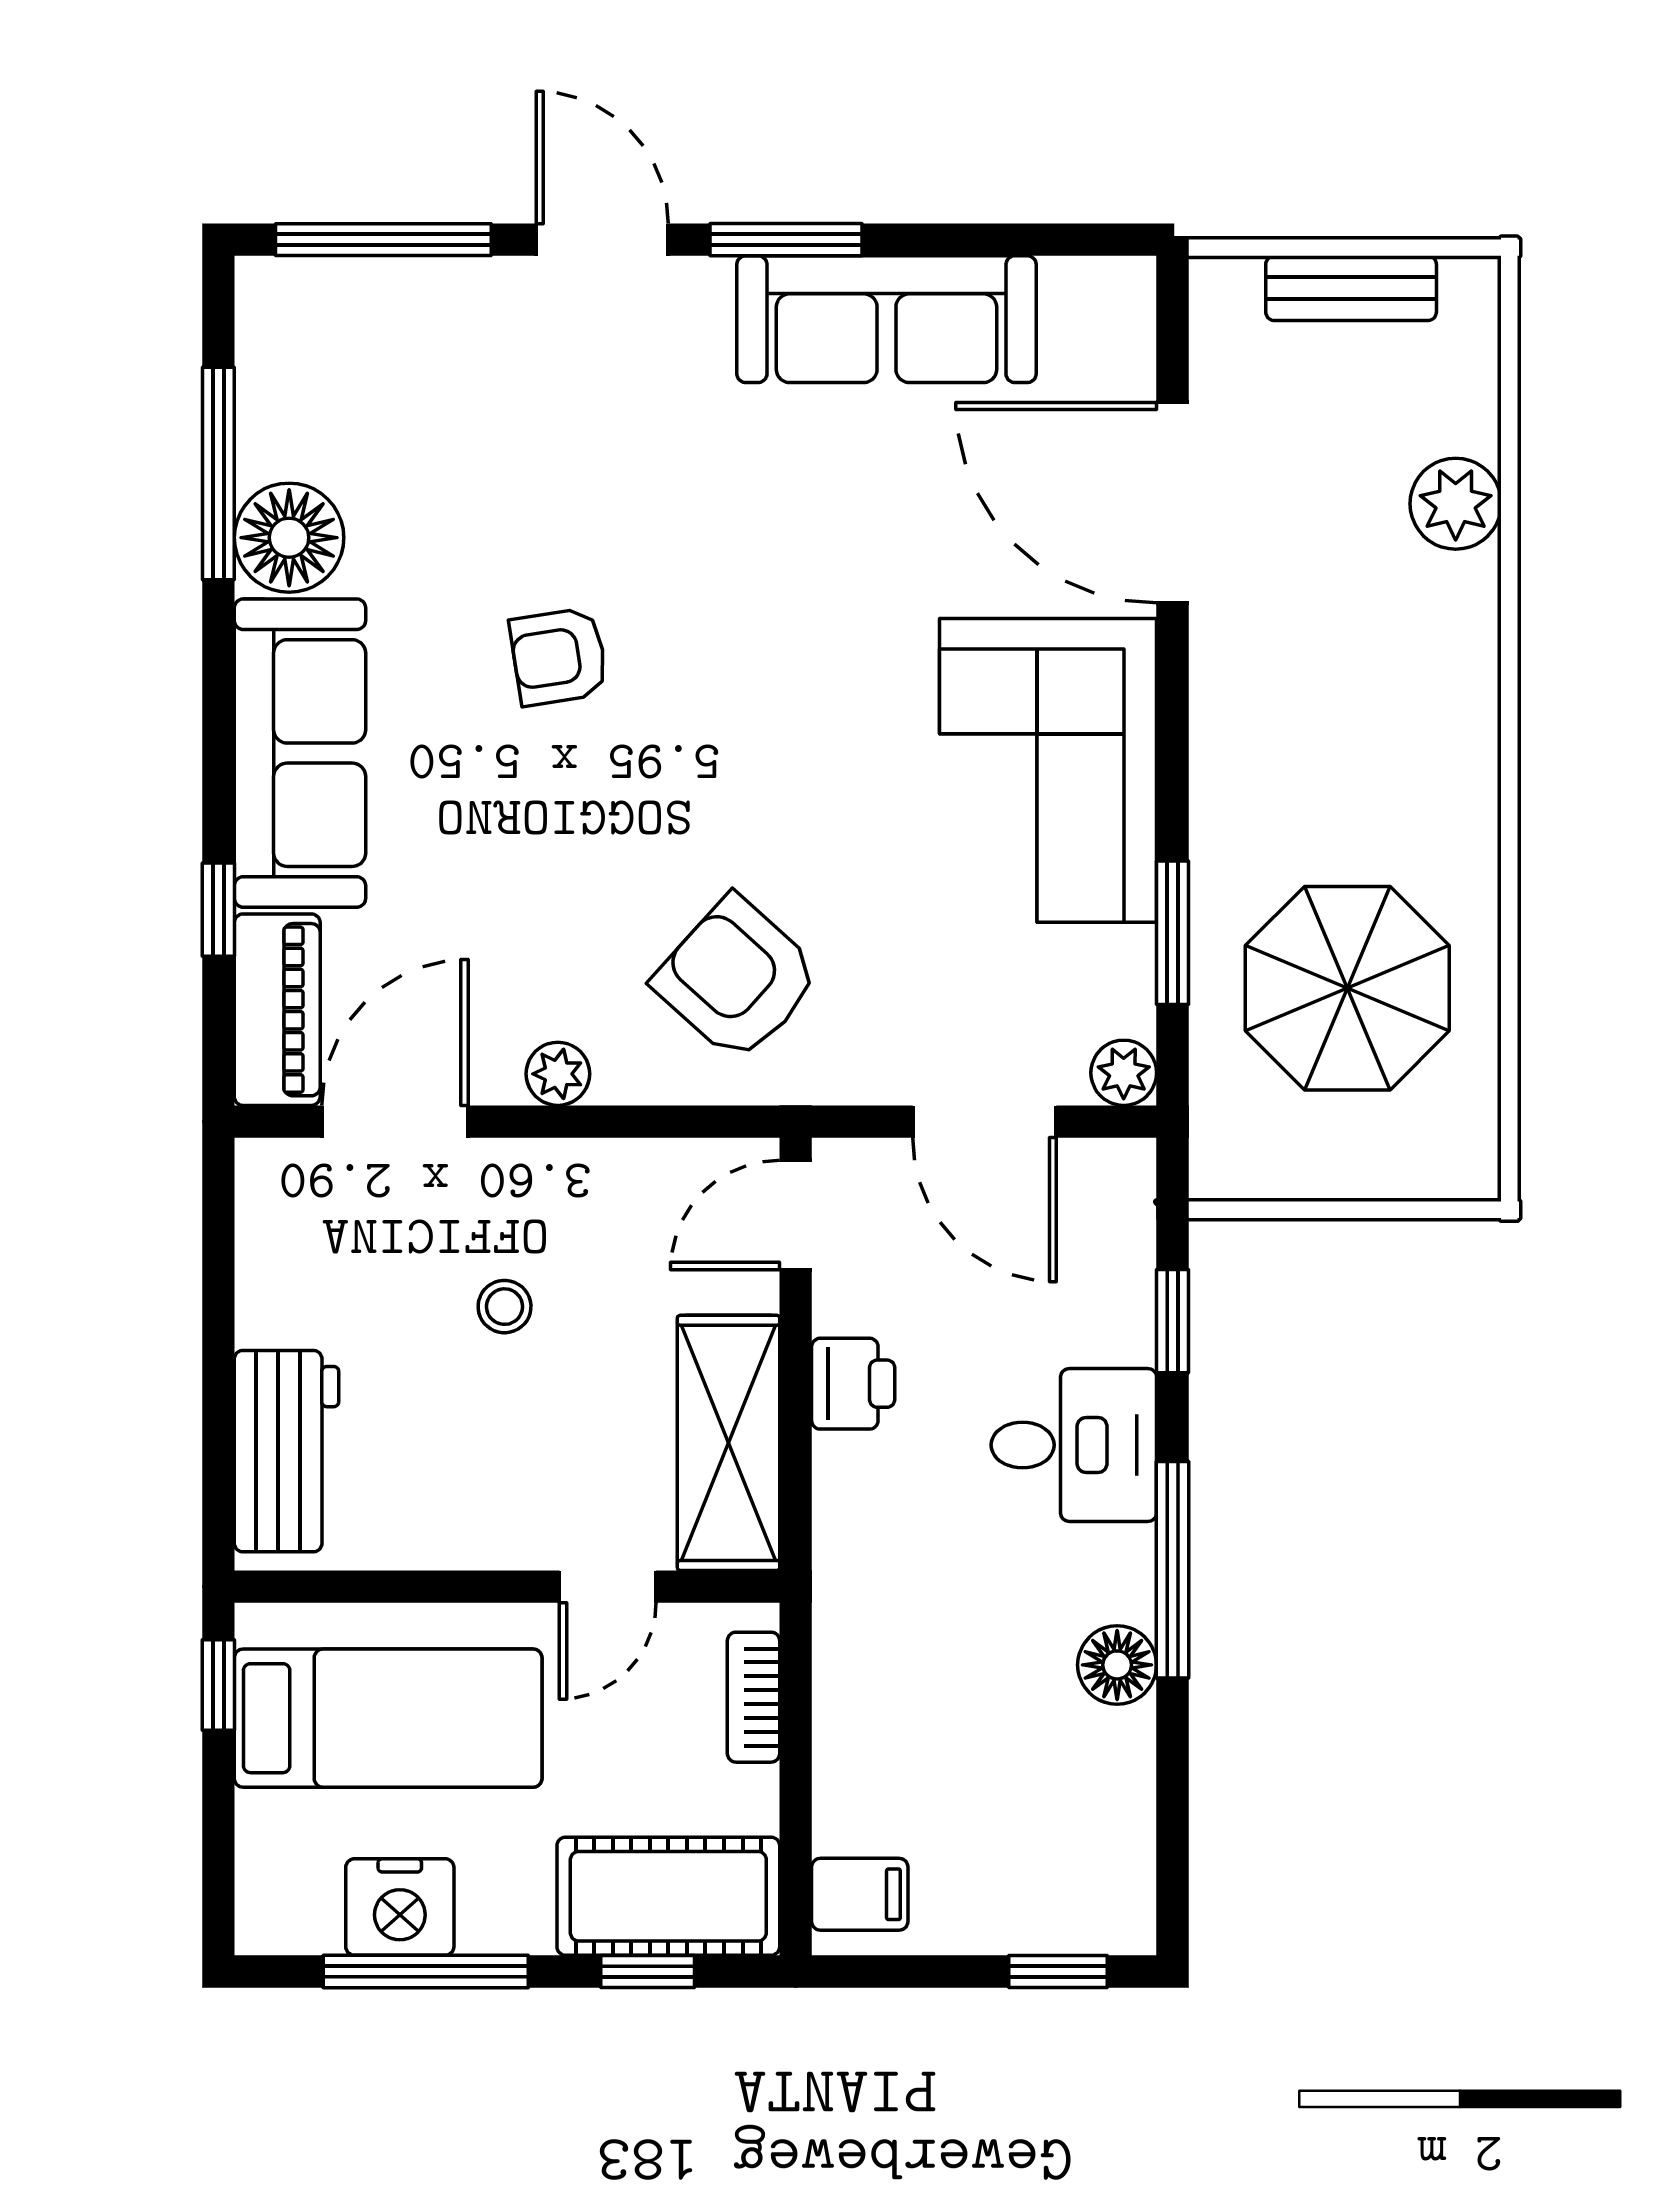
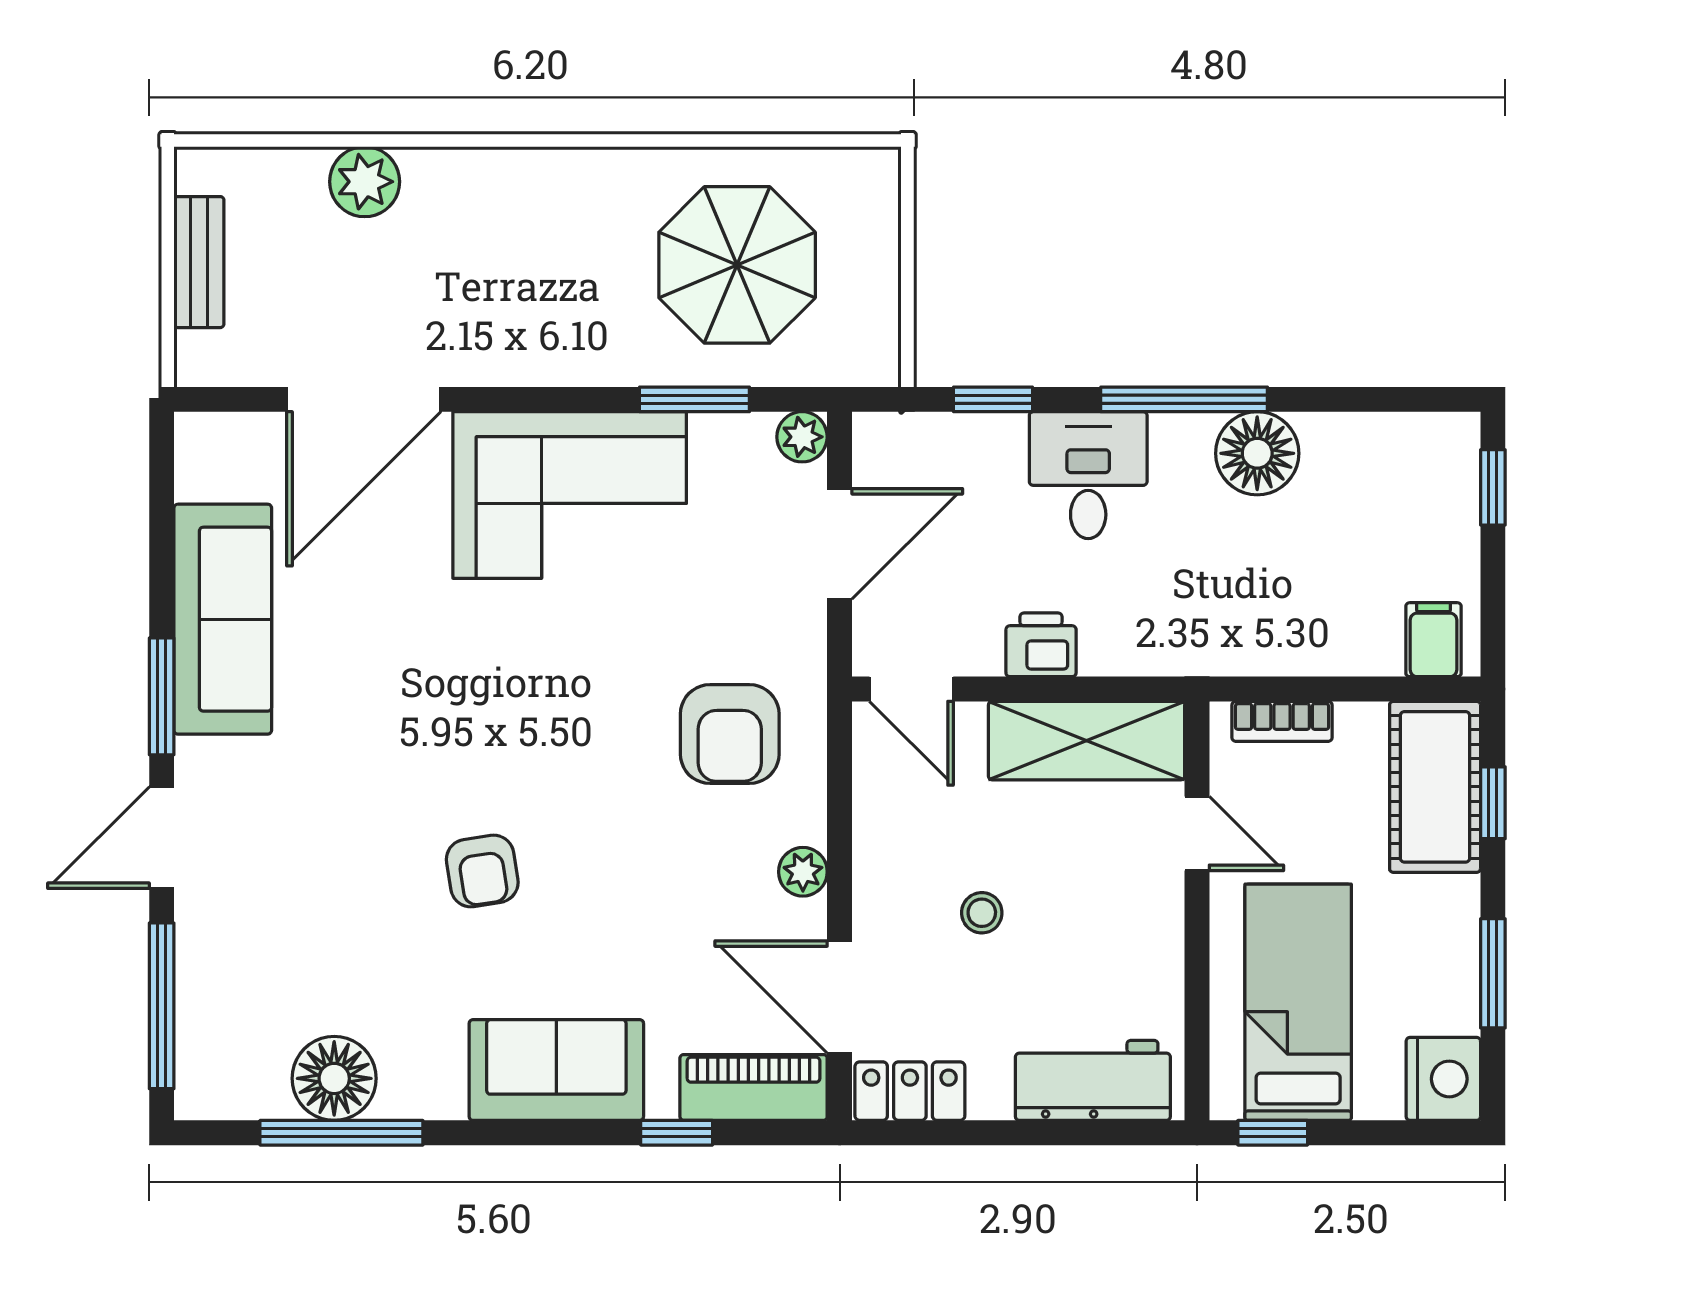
floor lamp: (289, 538) -> (334, 1078), moved
sofa: (300, 753) -> (556, 1070), width x0.73
armchair: (737, 979) -> (730, 734), turned -42
locker: (273, 1213) -> (910, 1091), added
floor lamp: (1117, 1665) -> (1257, 453), width x1.38, depth x1.38
nightstand: (400, 1907) -> (1443, 1079), moved
window: (426, 1971) -> (1493, 973), width x0.69

